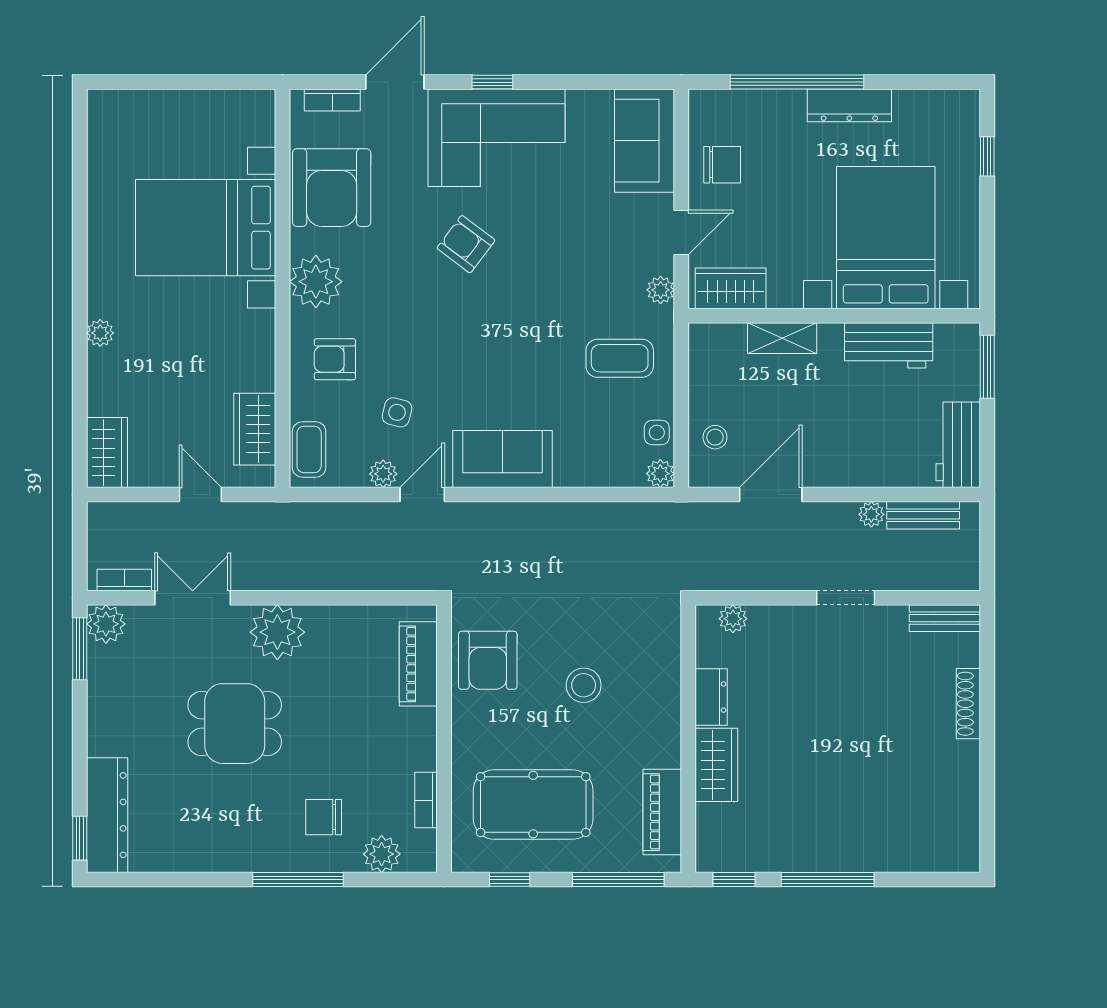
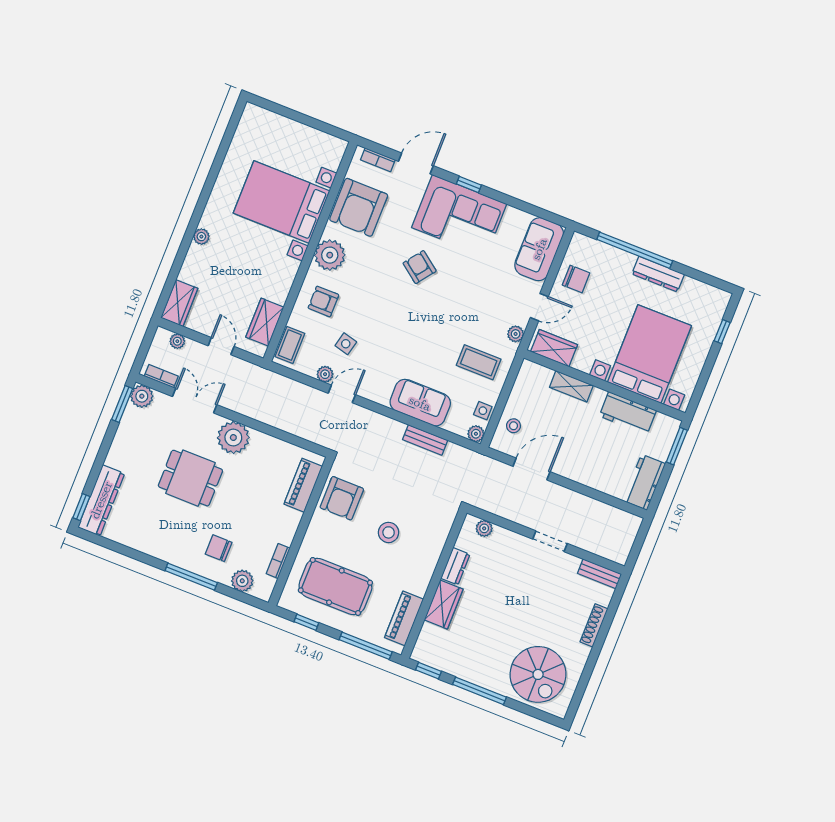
sofa: (503, 459) -> (420, 403), moved
plant: (871, 514) -> (177, 341), moved
bench: (923, 515) -> (425, 440), moved
spiral stairs: (910, 817) -> (538, 674), added

